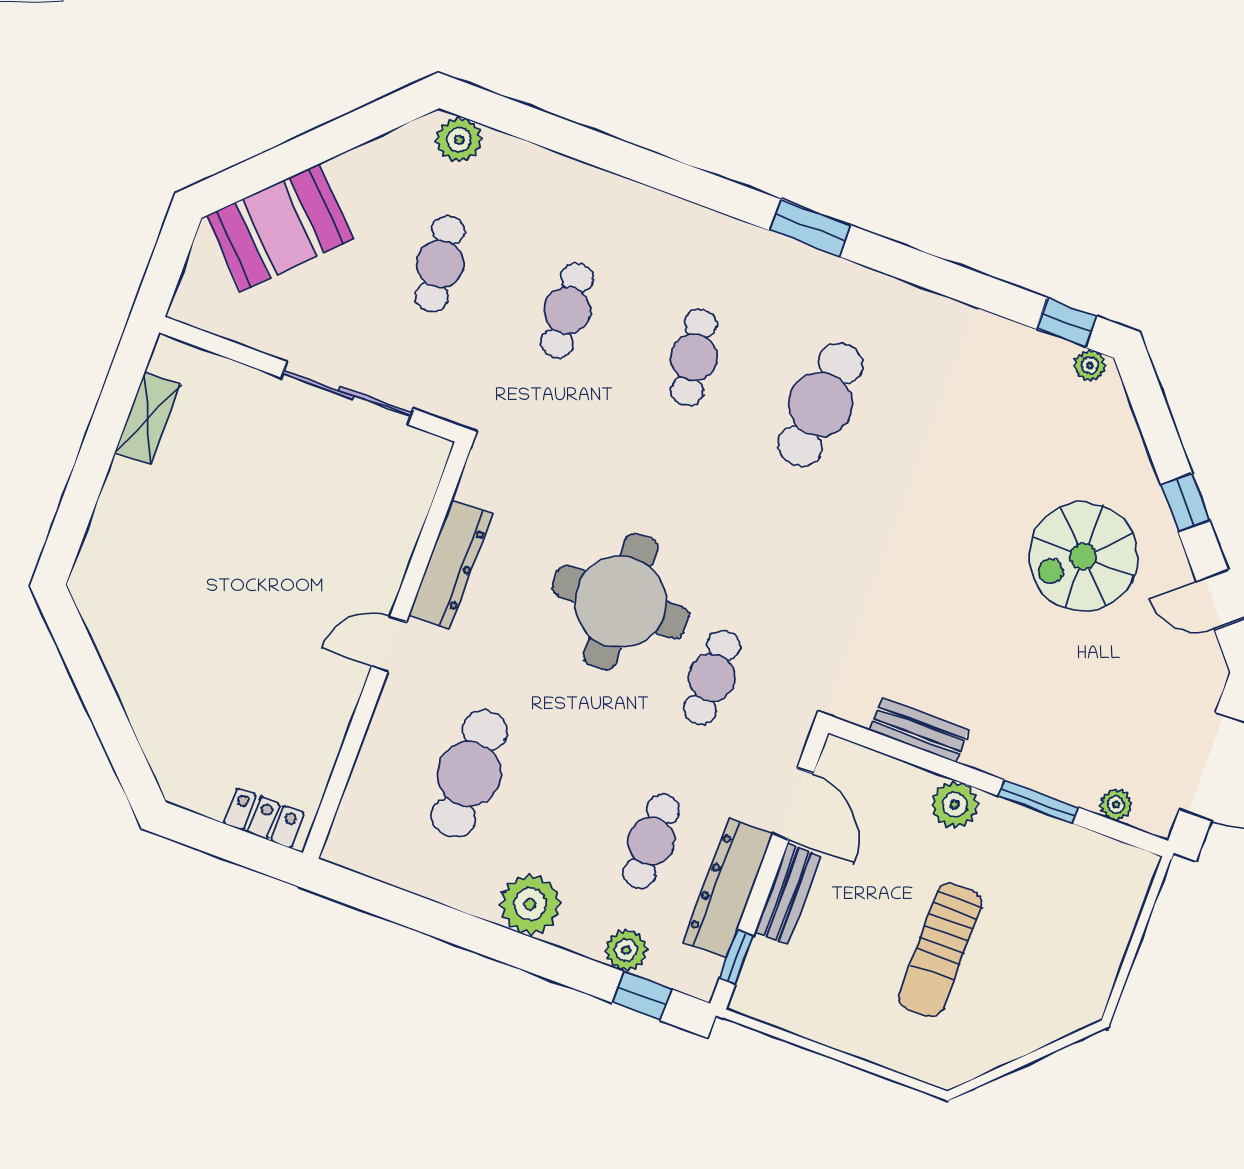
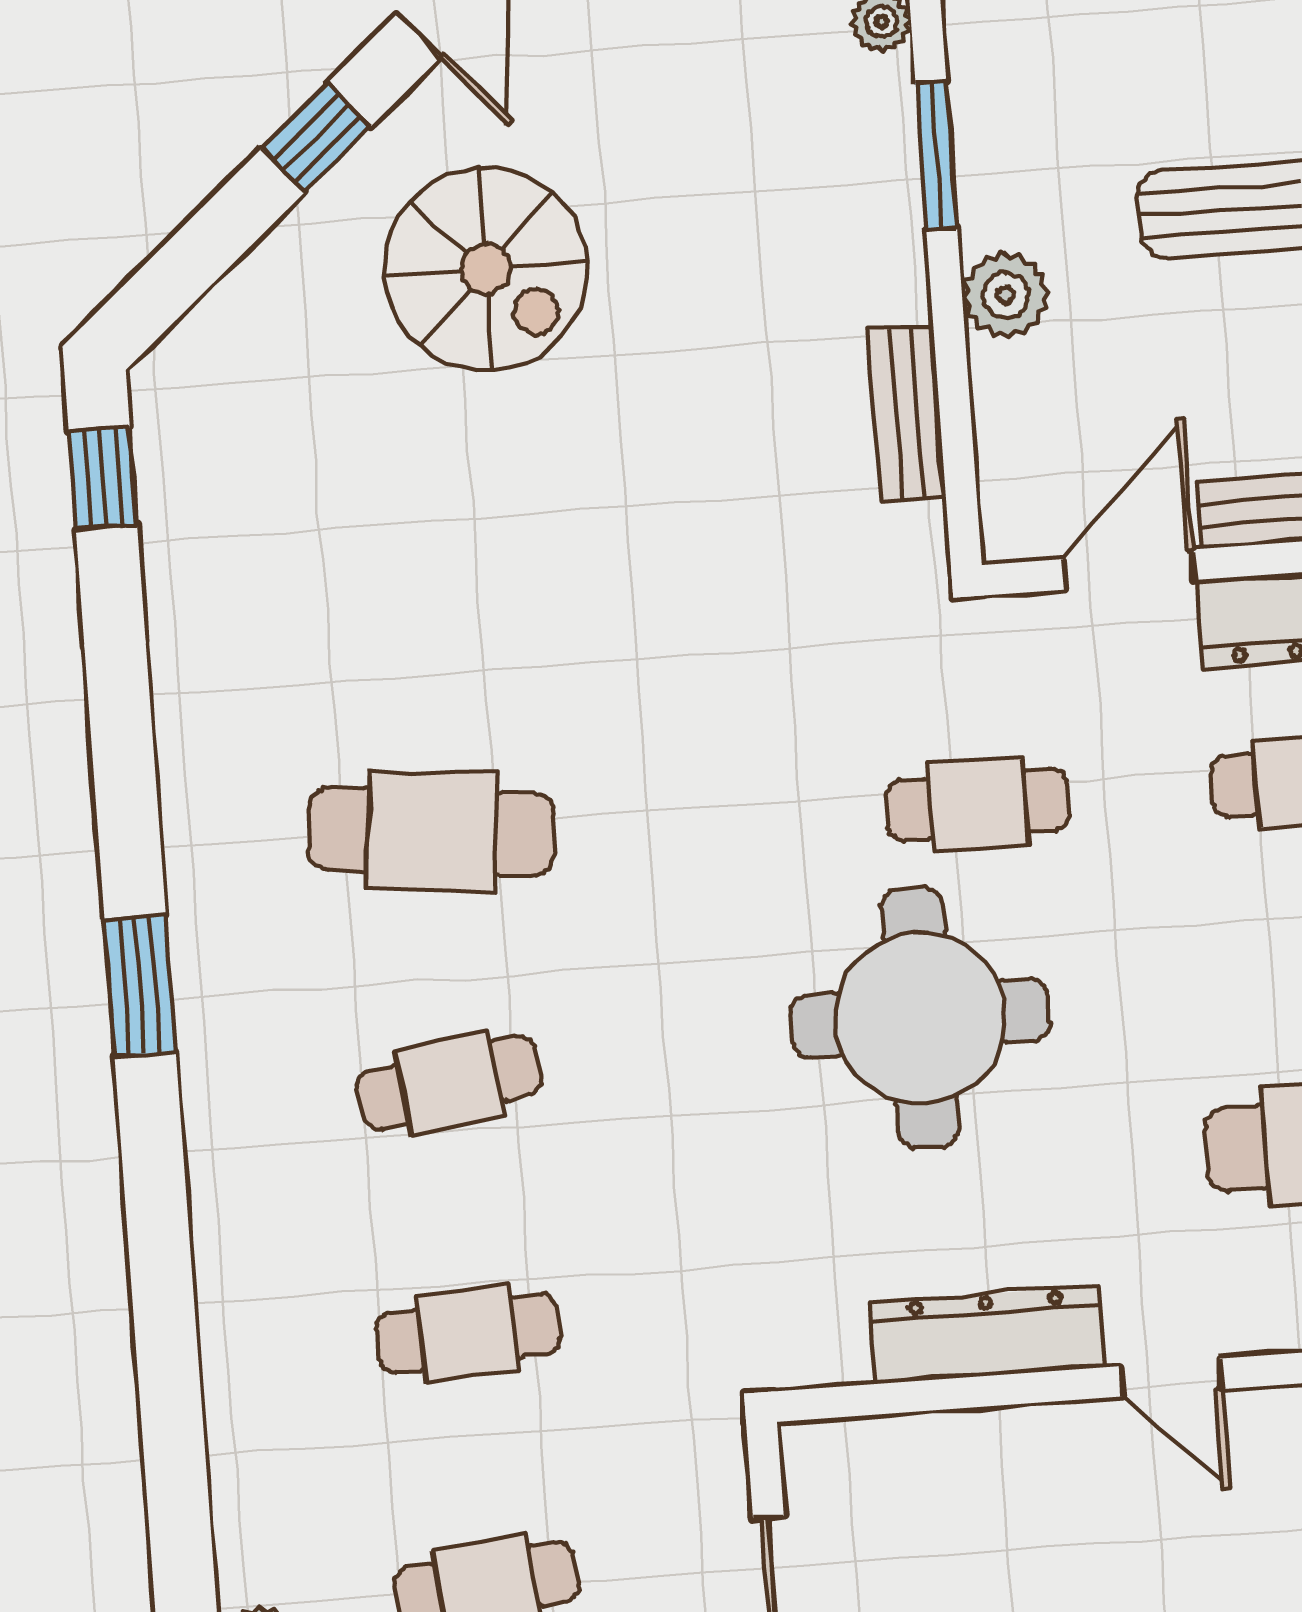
plant: (1090, 366) -> (158, 405), removed

